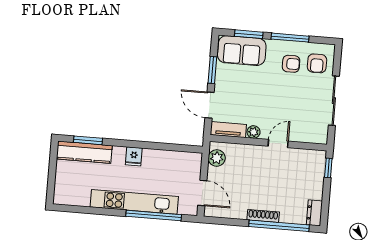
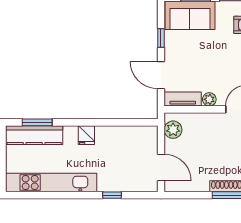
window: (212, 70) -> (161, 38), width x0.67
kitchen unit: (134, 202) -> (51, 183), moved
window: (154, 215) -> (112, 195), width x0.32

